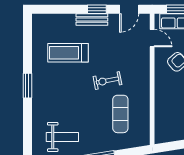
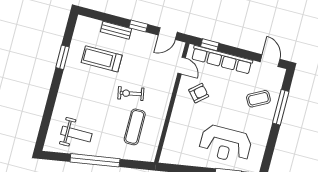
bench: (92, 20) -> (116, 30), moved
window: (27, 86) -> (62, 57), moved

